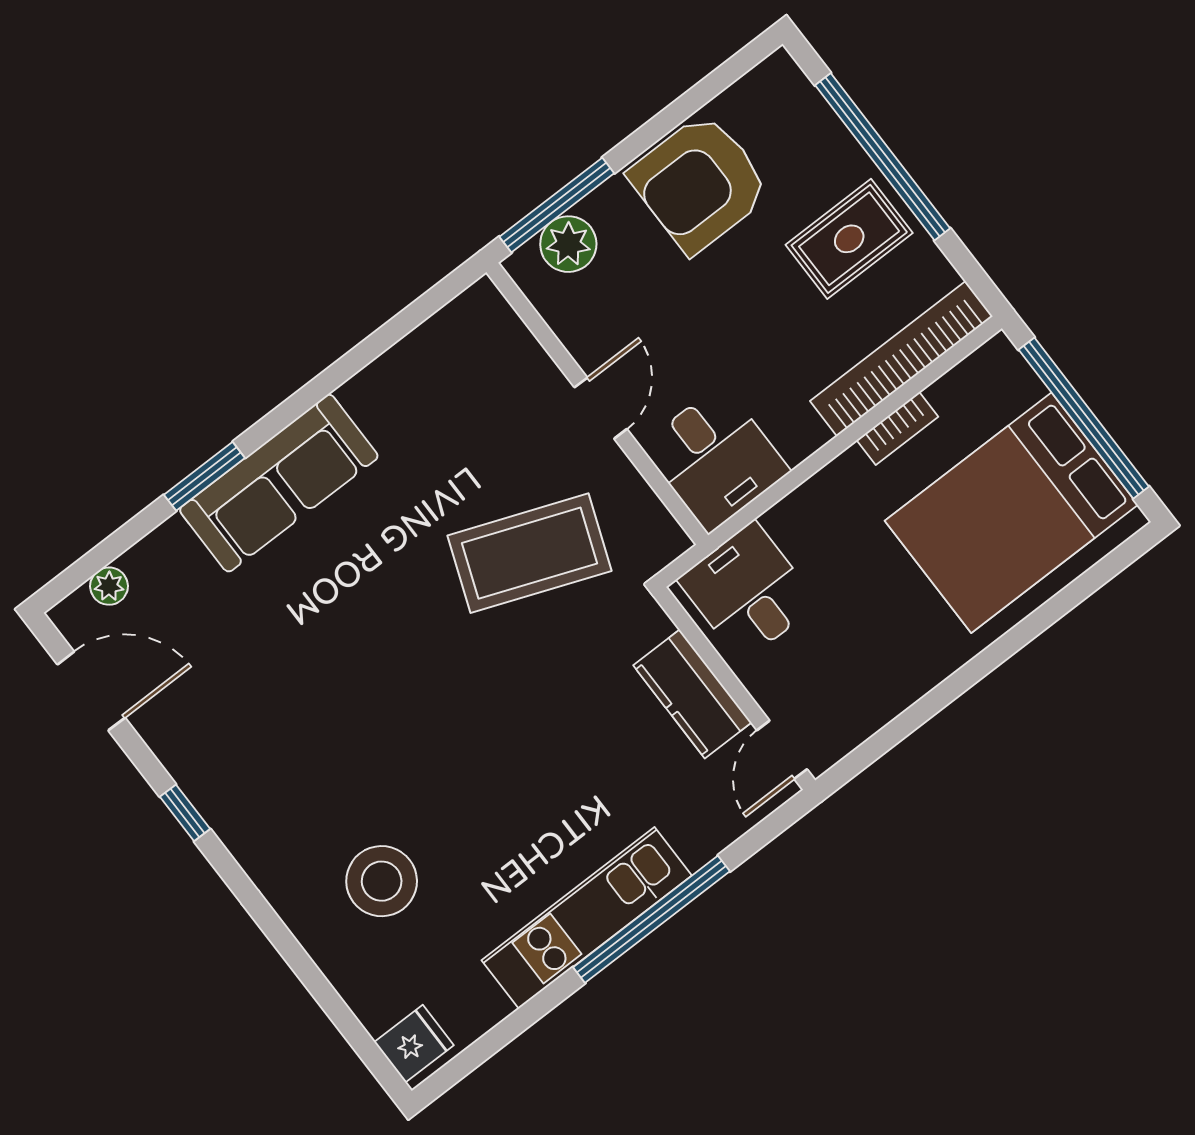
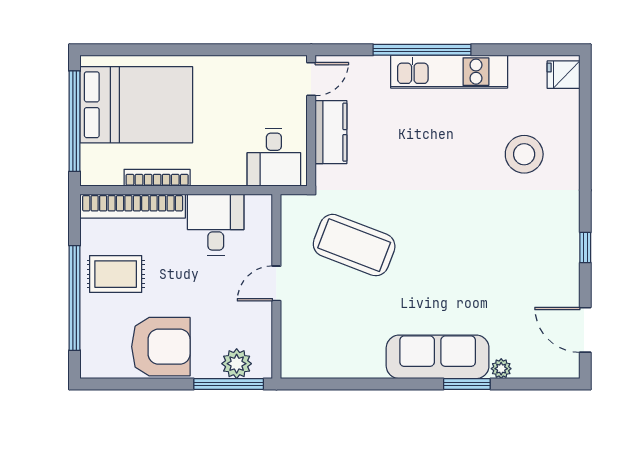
bookcase: (897, 429) -> (157, 178), width x1.56
desk: (715, 458) -> (216, 225), moved
plant: (109, 586) -> (501, 369), moved

